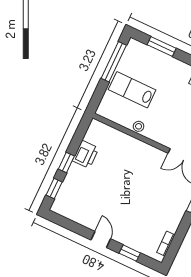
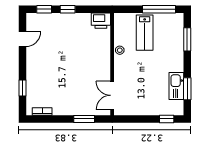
lab bench: (132, 90) -> (145, 33), turned 180
printer: (86, 154) -> (101, 21), moved
door: (101, 239) -> (22, 39), moved

